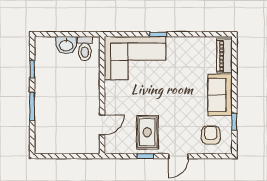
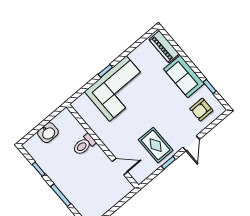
toilet: (85, 49) -> (84, 145), moved, turned 90
corner sofa: (135, 58) -> (118, 89), moved
door: (102, 125) -> (120, 167), hinge flipped
armchair: (211, 135) -> (201, 110), turned -90

